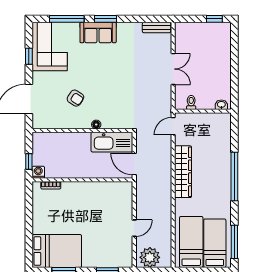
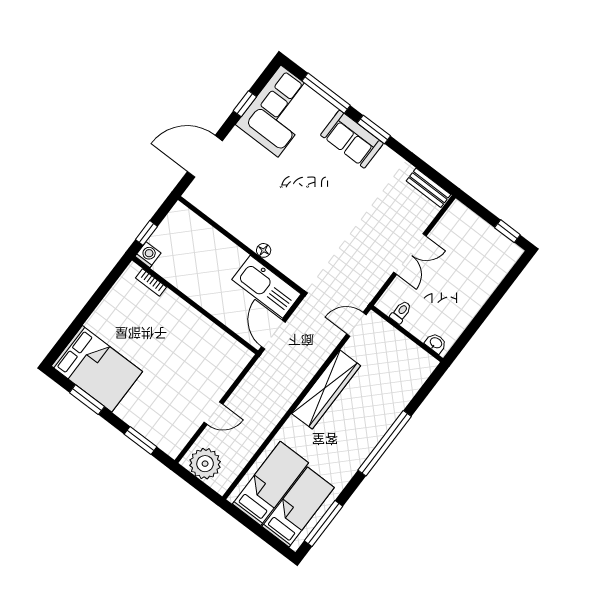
armchair: (75, 98) -> (263, 199), removed

